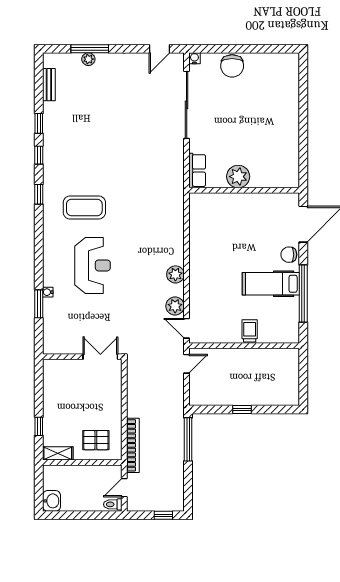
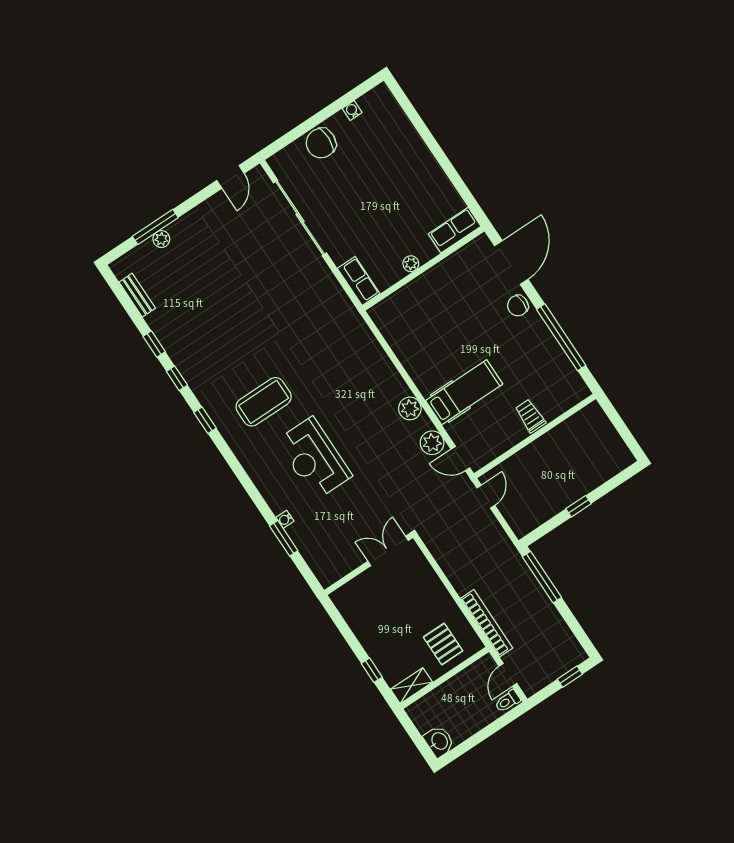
water cooler: (194, 58) -> (352, 110), moved
chair: (232, 66) -> (321, 143), turned 92
plant: (238, 177) -> (411, 264), width x0.53, depth x0.53
row of seats: (281, 179) -> (455, 230), added
reception desk: (93, 265) -> (314, 458), turned 180
hospital bed: (271, 284) -> (464, 392), moved, turned 180
pallet: (96, 440) -> (443, 644), turned 90

